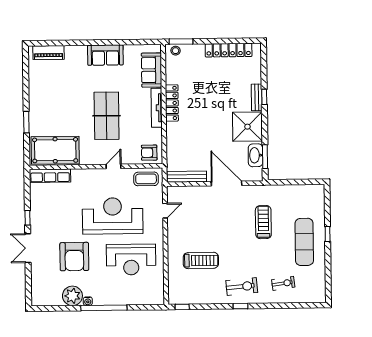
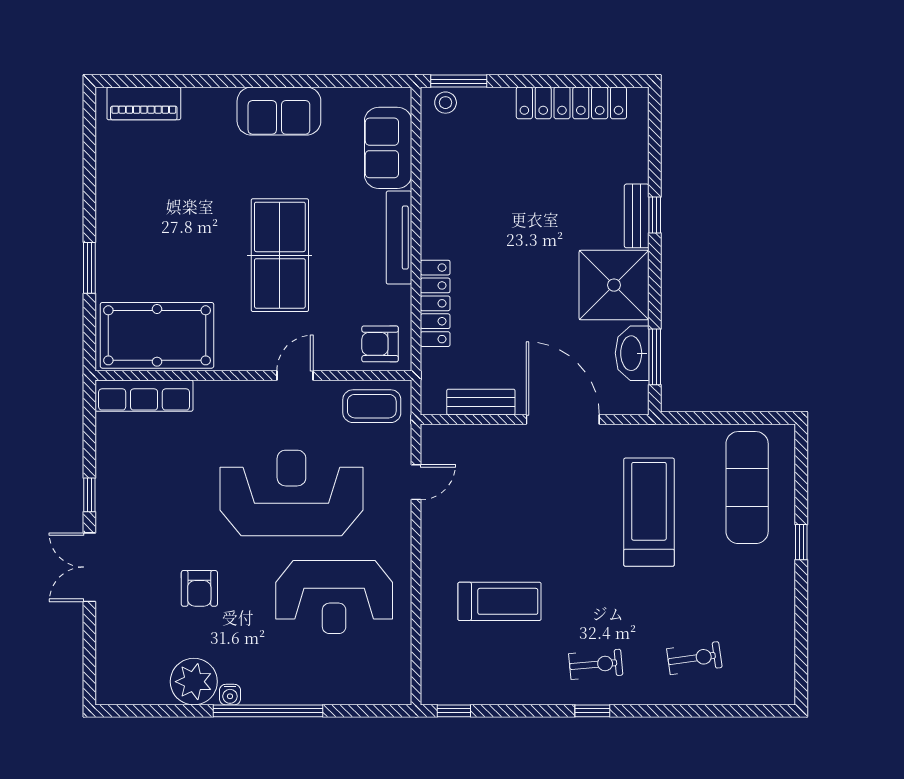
locker: (172, 103) -> (435, 303), moved
bench: (187, 177) -> (481, 402), width x0.73
treadmill: (263, 222) -> (649, 512), width x1.37, depth x1.38
exercise mat: (304, 242) -> (747, 488), moved
armchair: (74, 257) -> (199, 588), width x0.53, depth x0.53
exercise bike: (242, 287) -> (596, 664), width x0.73, depth x0.72

